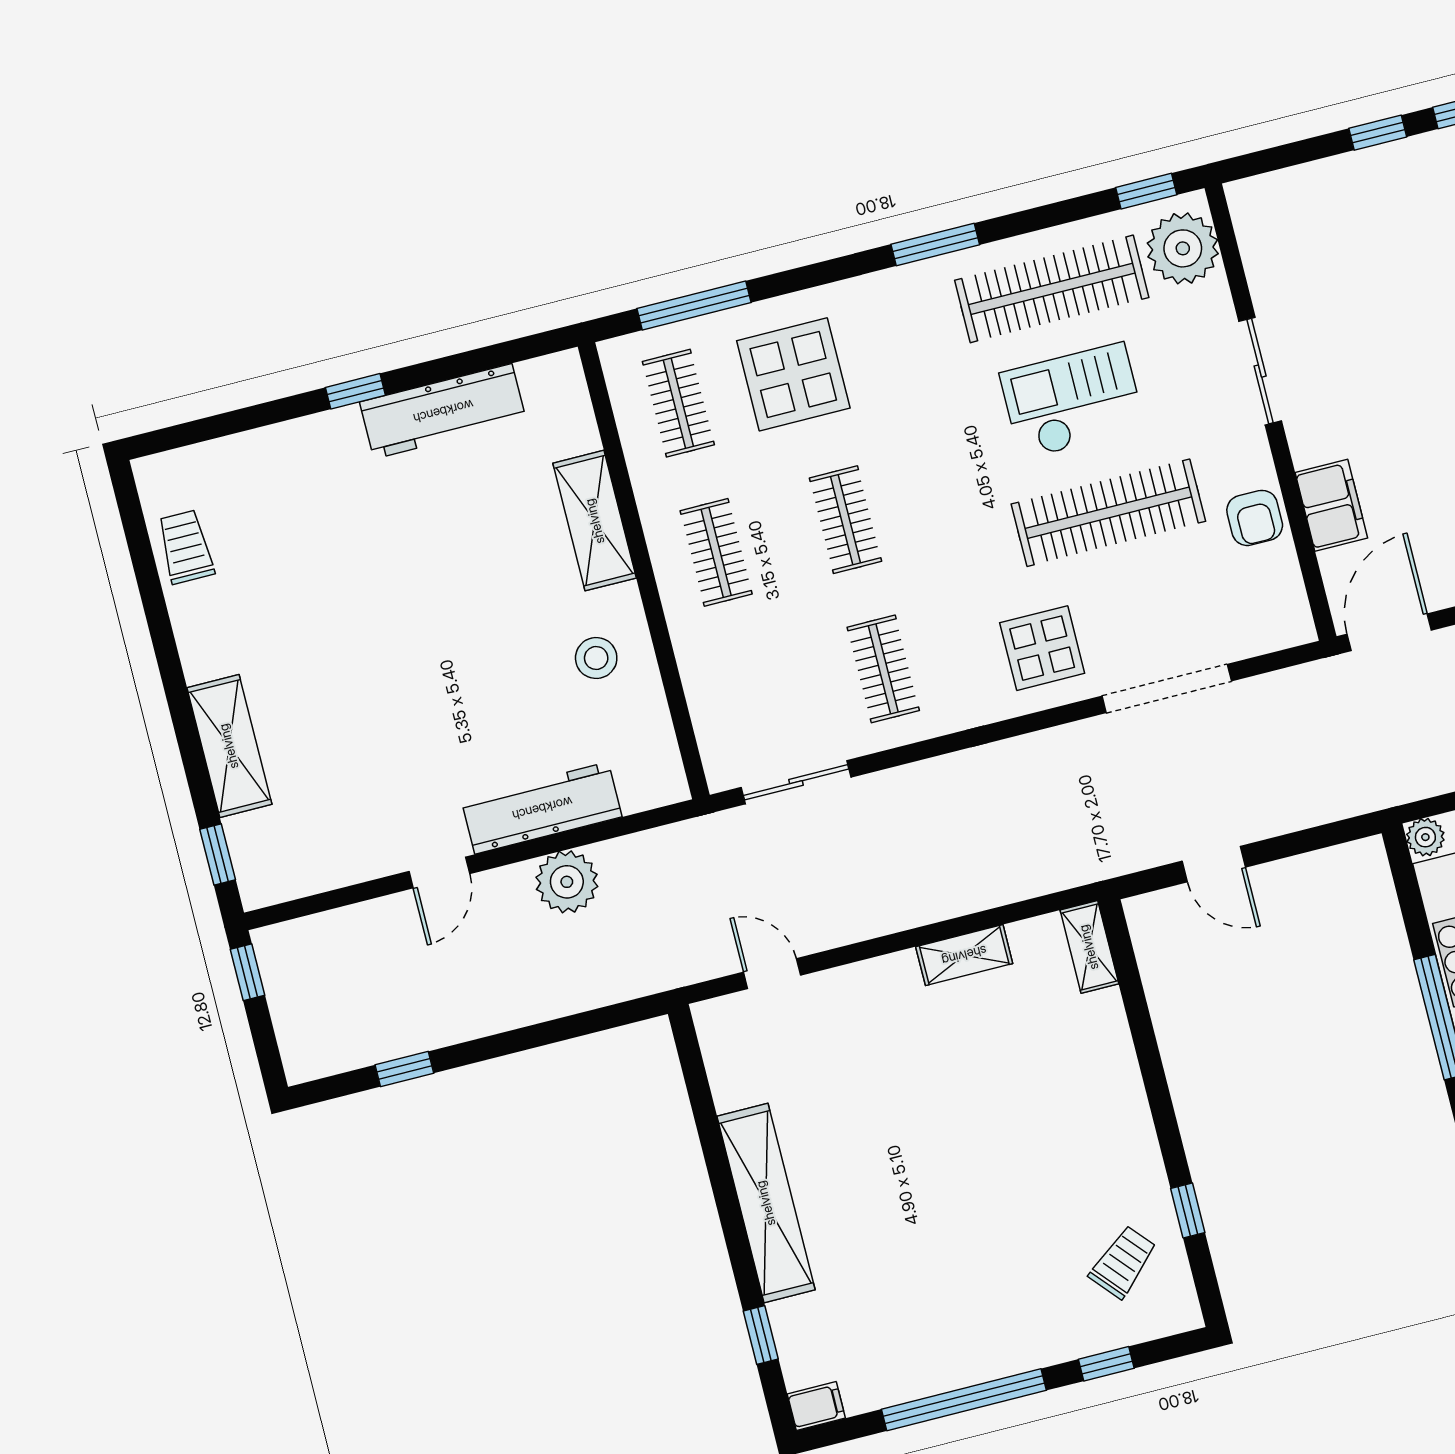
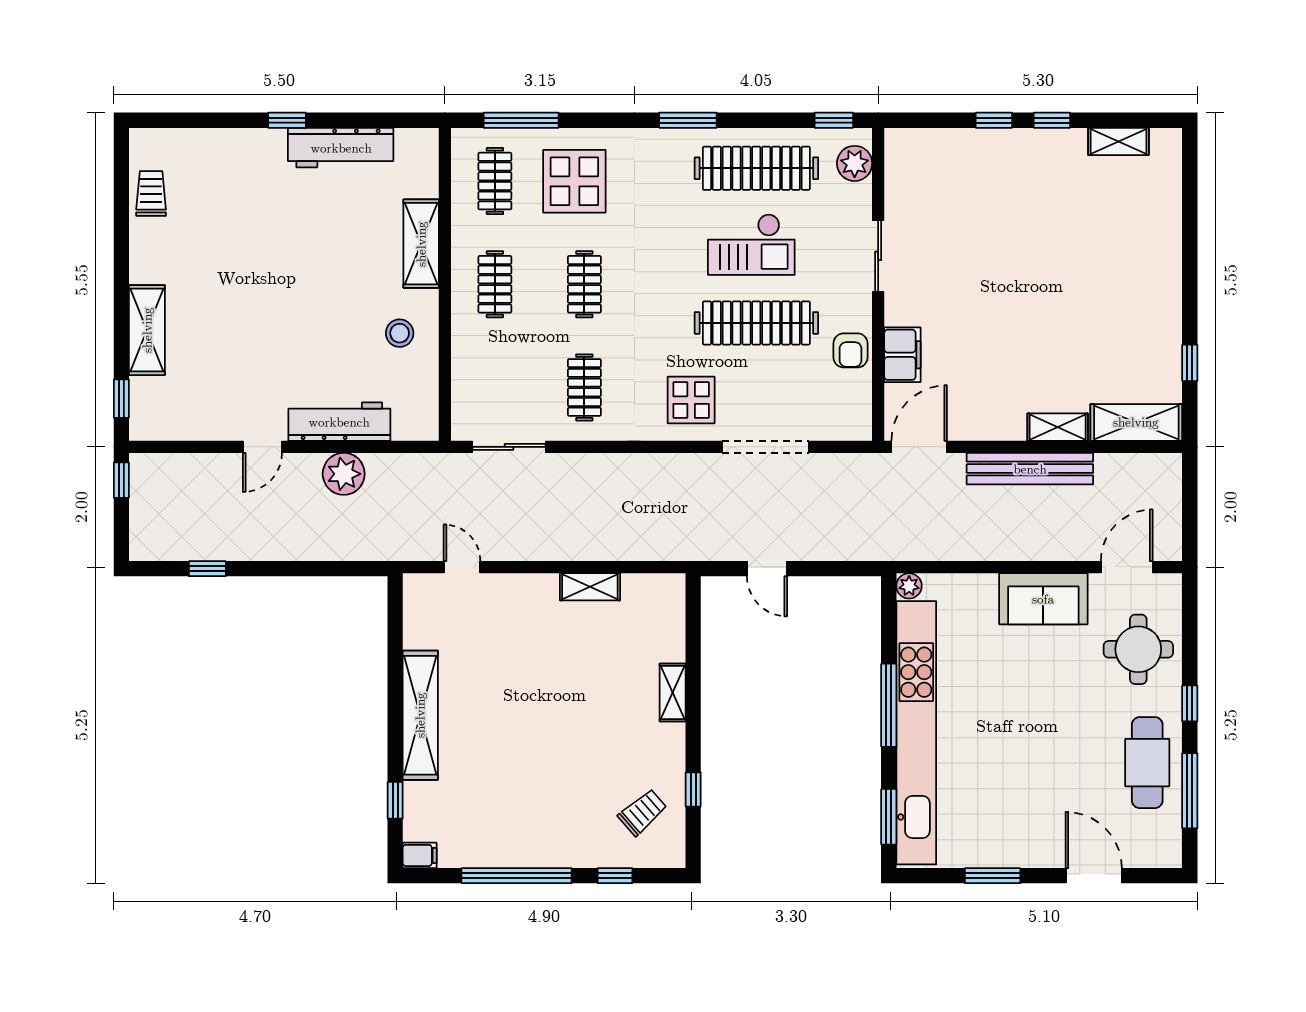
plant: (1183, 248) -> (855, 163), width x0.73, depth x0.73
checkout: (1072, 401) -> (751, 244), turned 180
shelving: (1089, 947) -> (673, 692), moved

